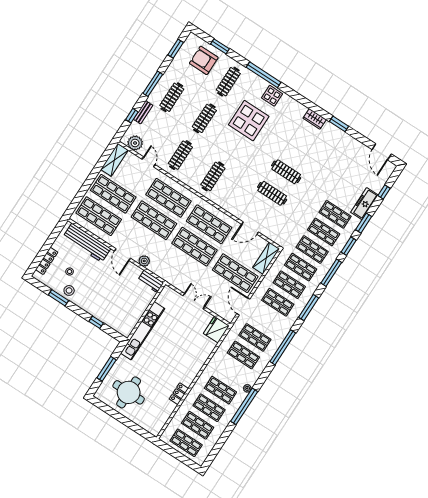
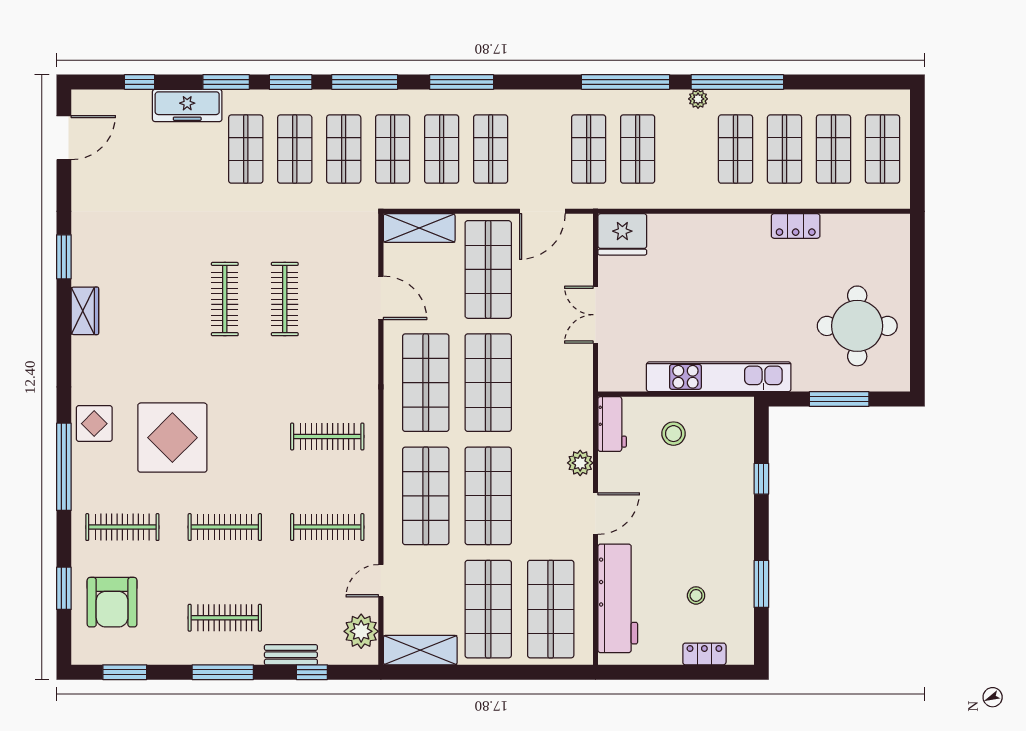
locker: (47, 261) -> (704, 654), width x0.66
stool: (69, 290) -> (673, 434), moved
window: (283, 347) -> (625, 82), moved

